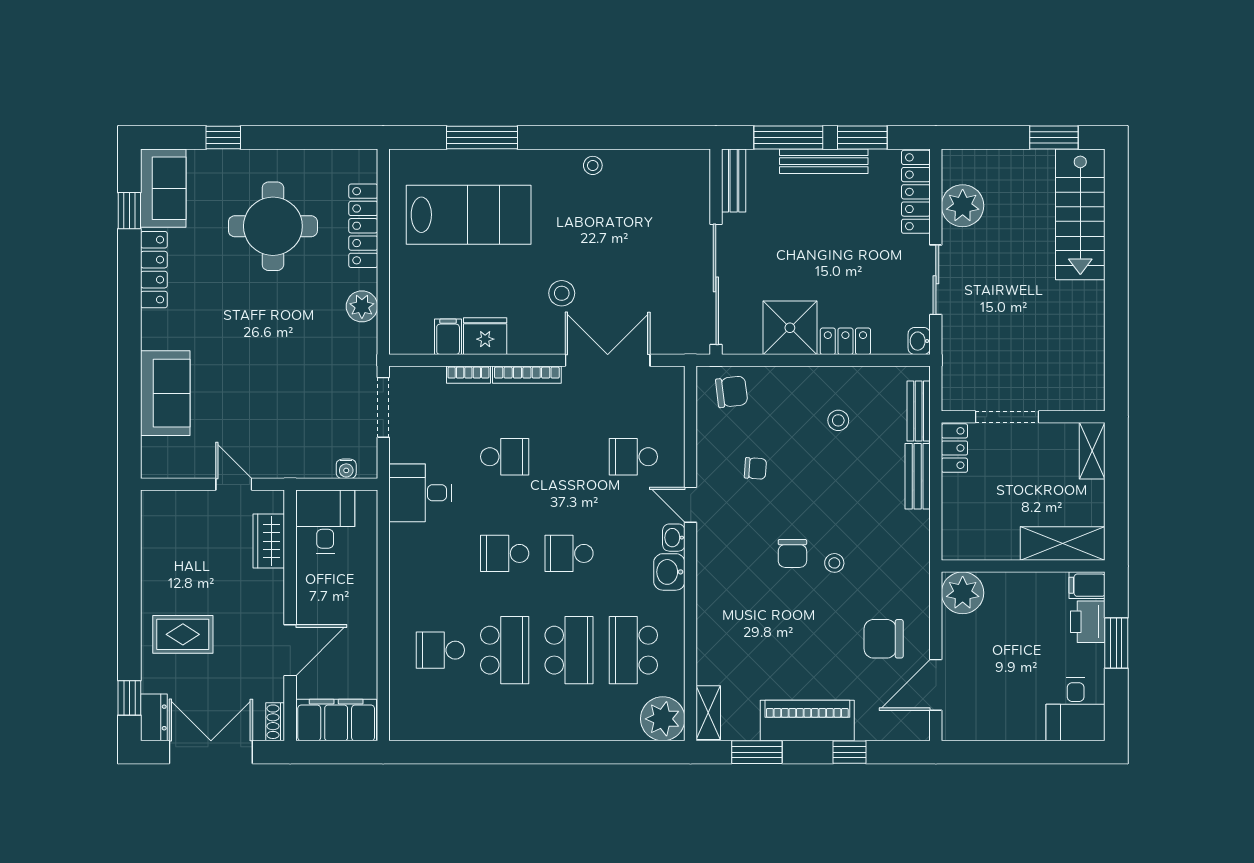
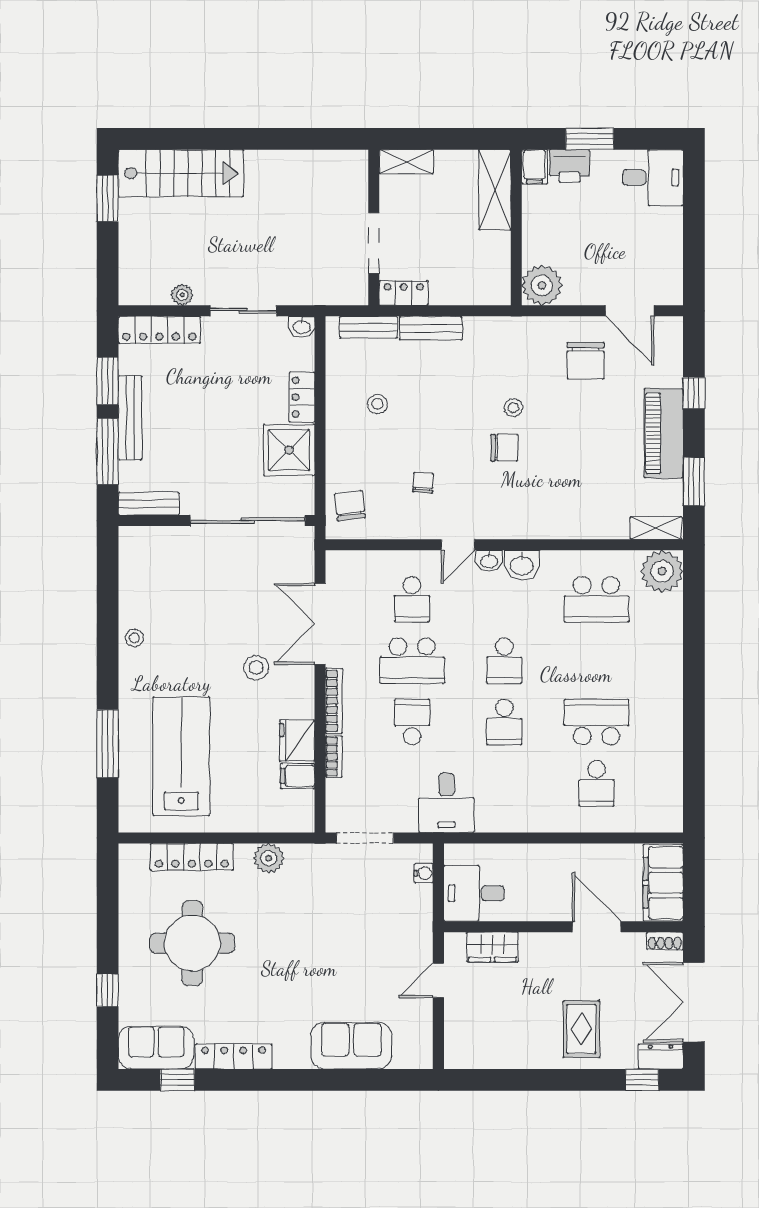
plant: (963, 206) -> (182, 295), width x0.53, depth x0.53
school desk: (569, 650) -> (412, 661), moved, turned 180

